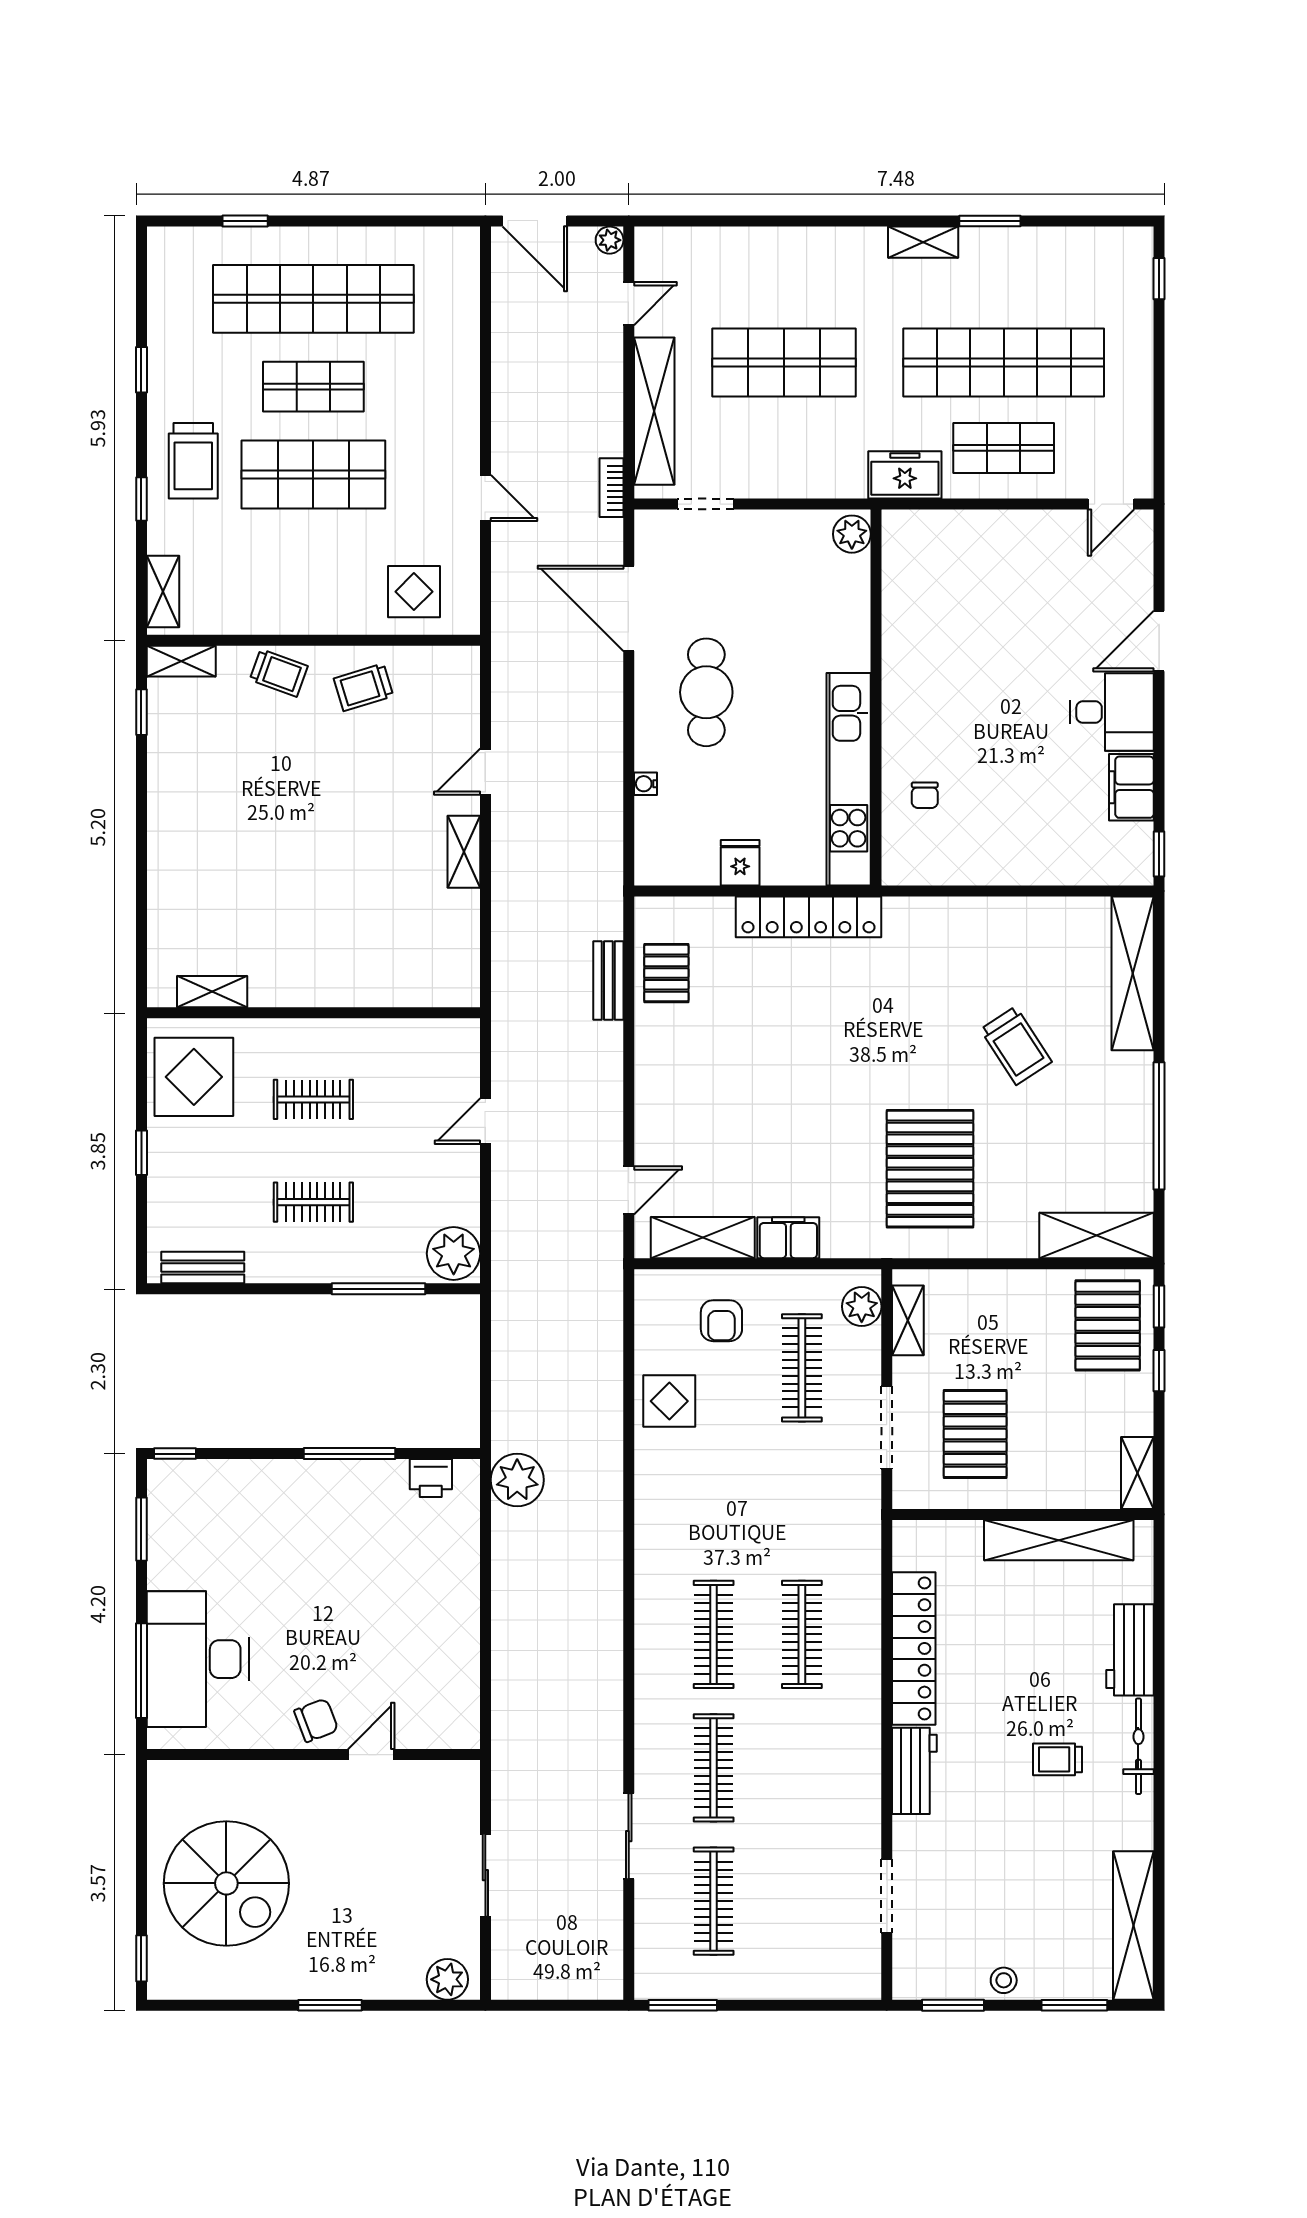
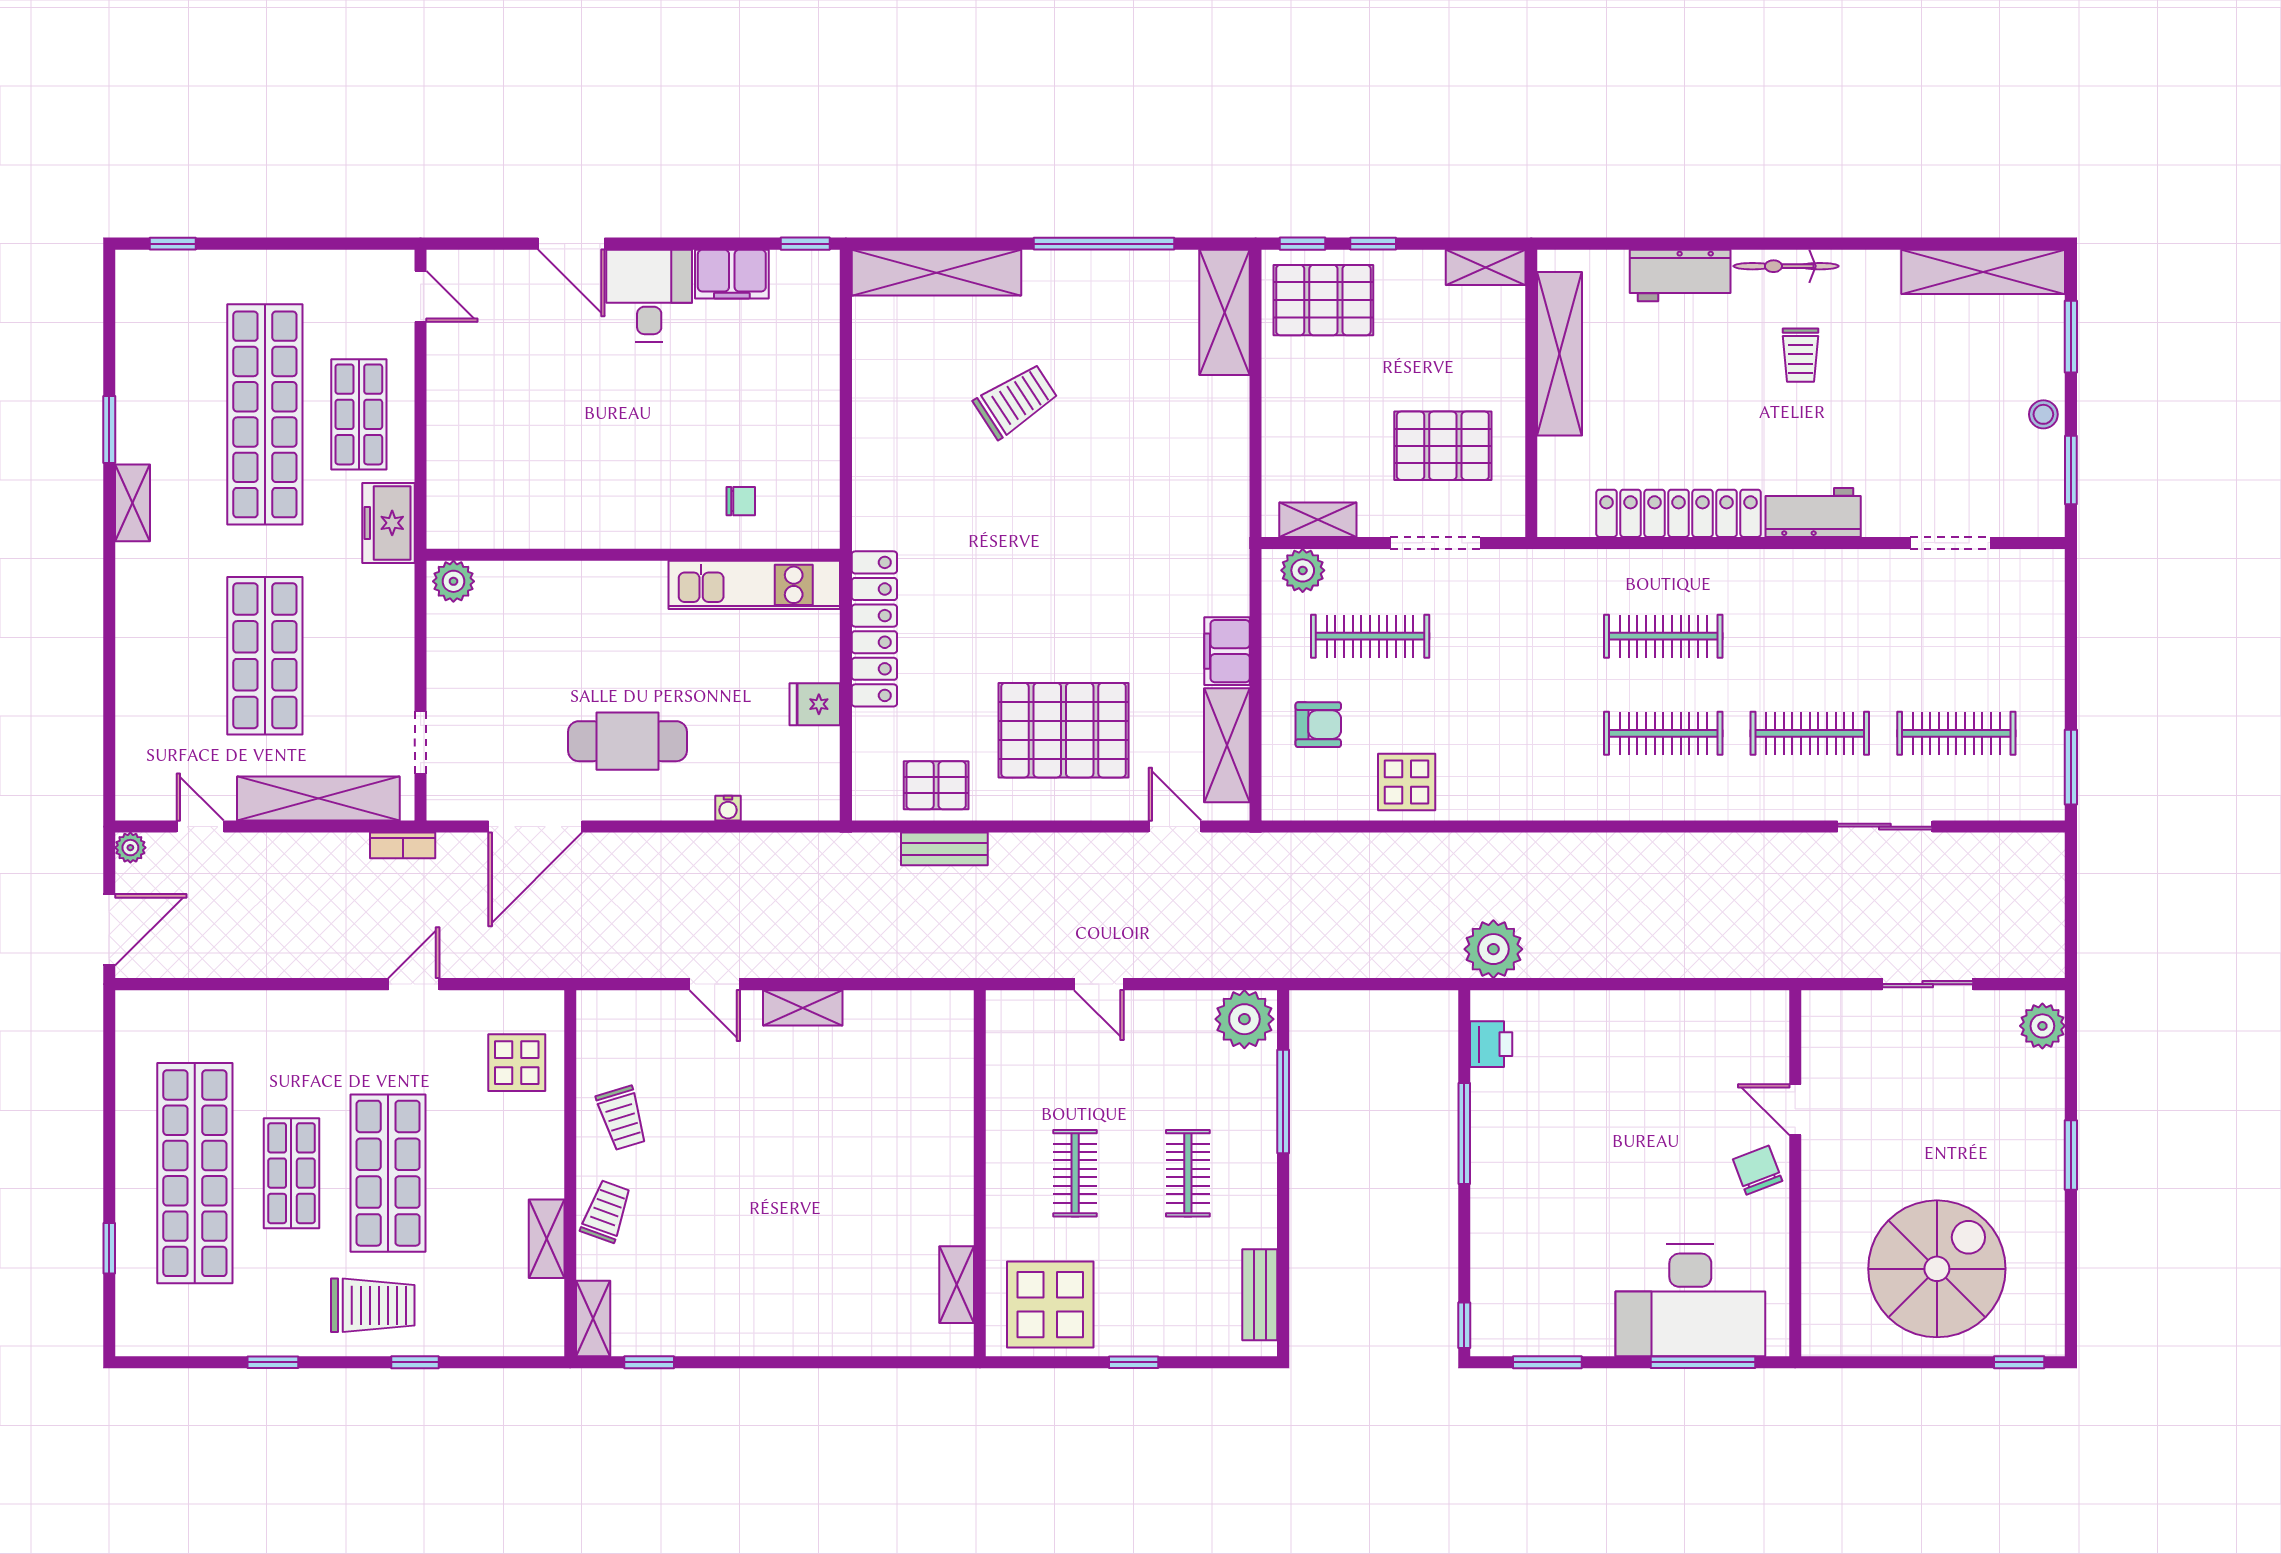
shelving: (163, 591) -> (547, 1239), moved, turned 90
kitchen unit: (849, 779) -> (754, 585), width x0.73
pallet: (930, 1169) -> (1063, 730), moved

